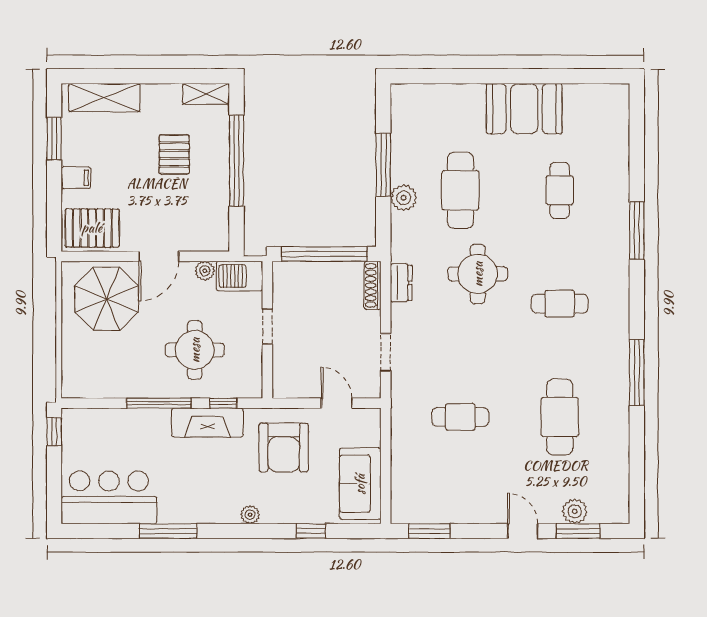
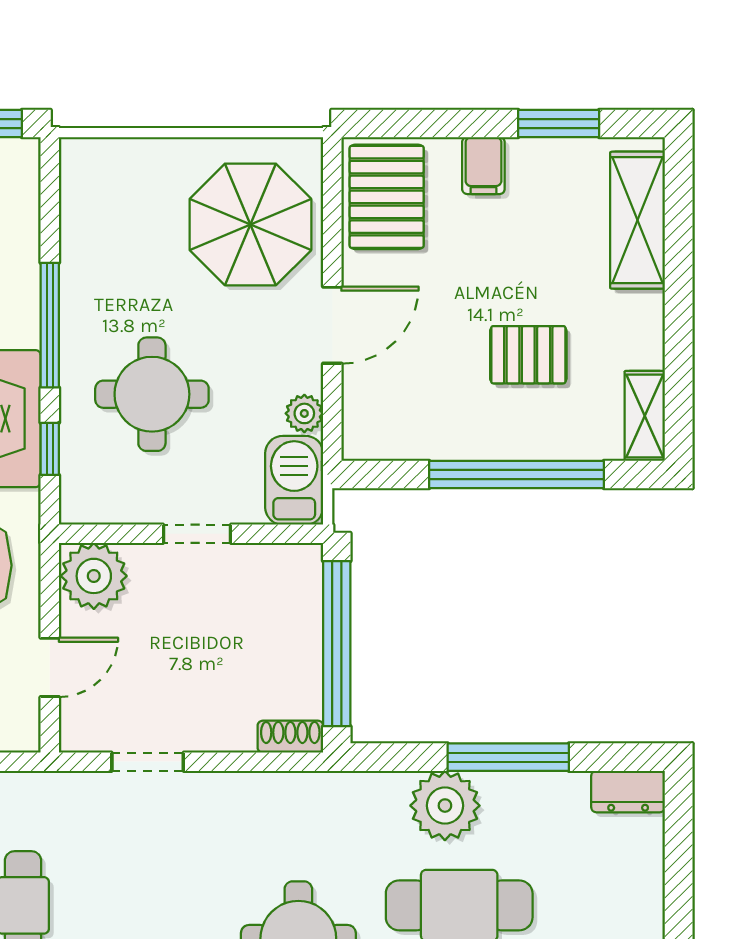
plant: (404, 198) -> (445, 806), width x1.36, depth x1.36
door: (159, 256) -> (332, 325), swing flipped
dresser: (401, 283) -> (628, 792), moved
shoe rack: (373, 285) -> (290, 737), width x0.70
plant: (289, 380) -> (94, 576), added

